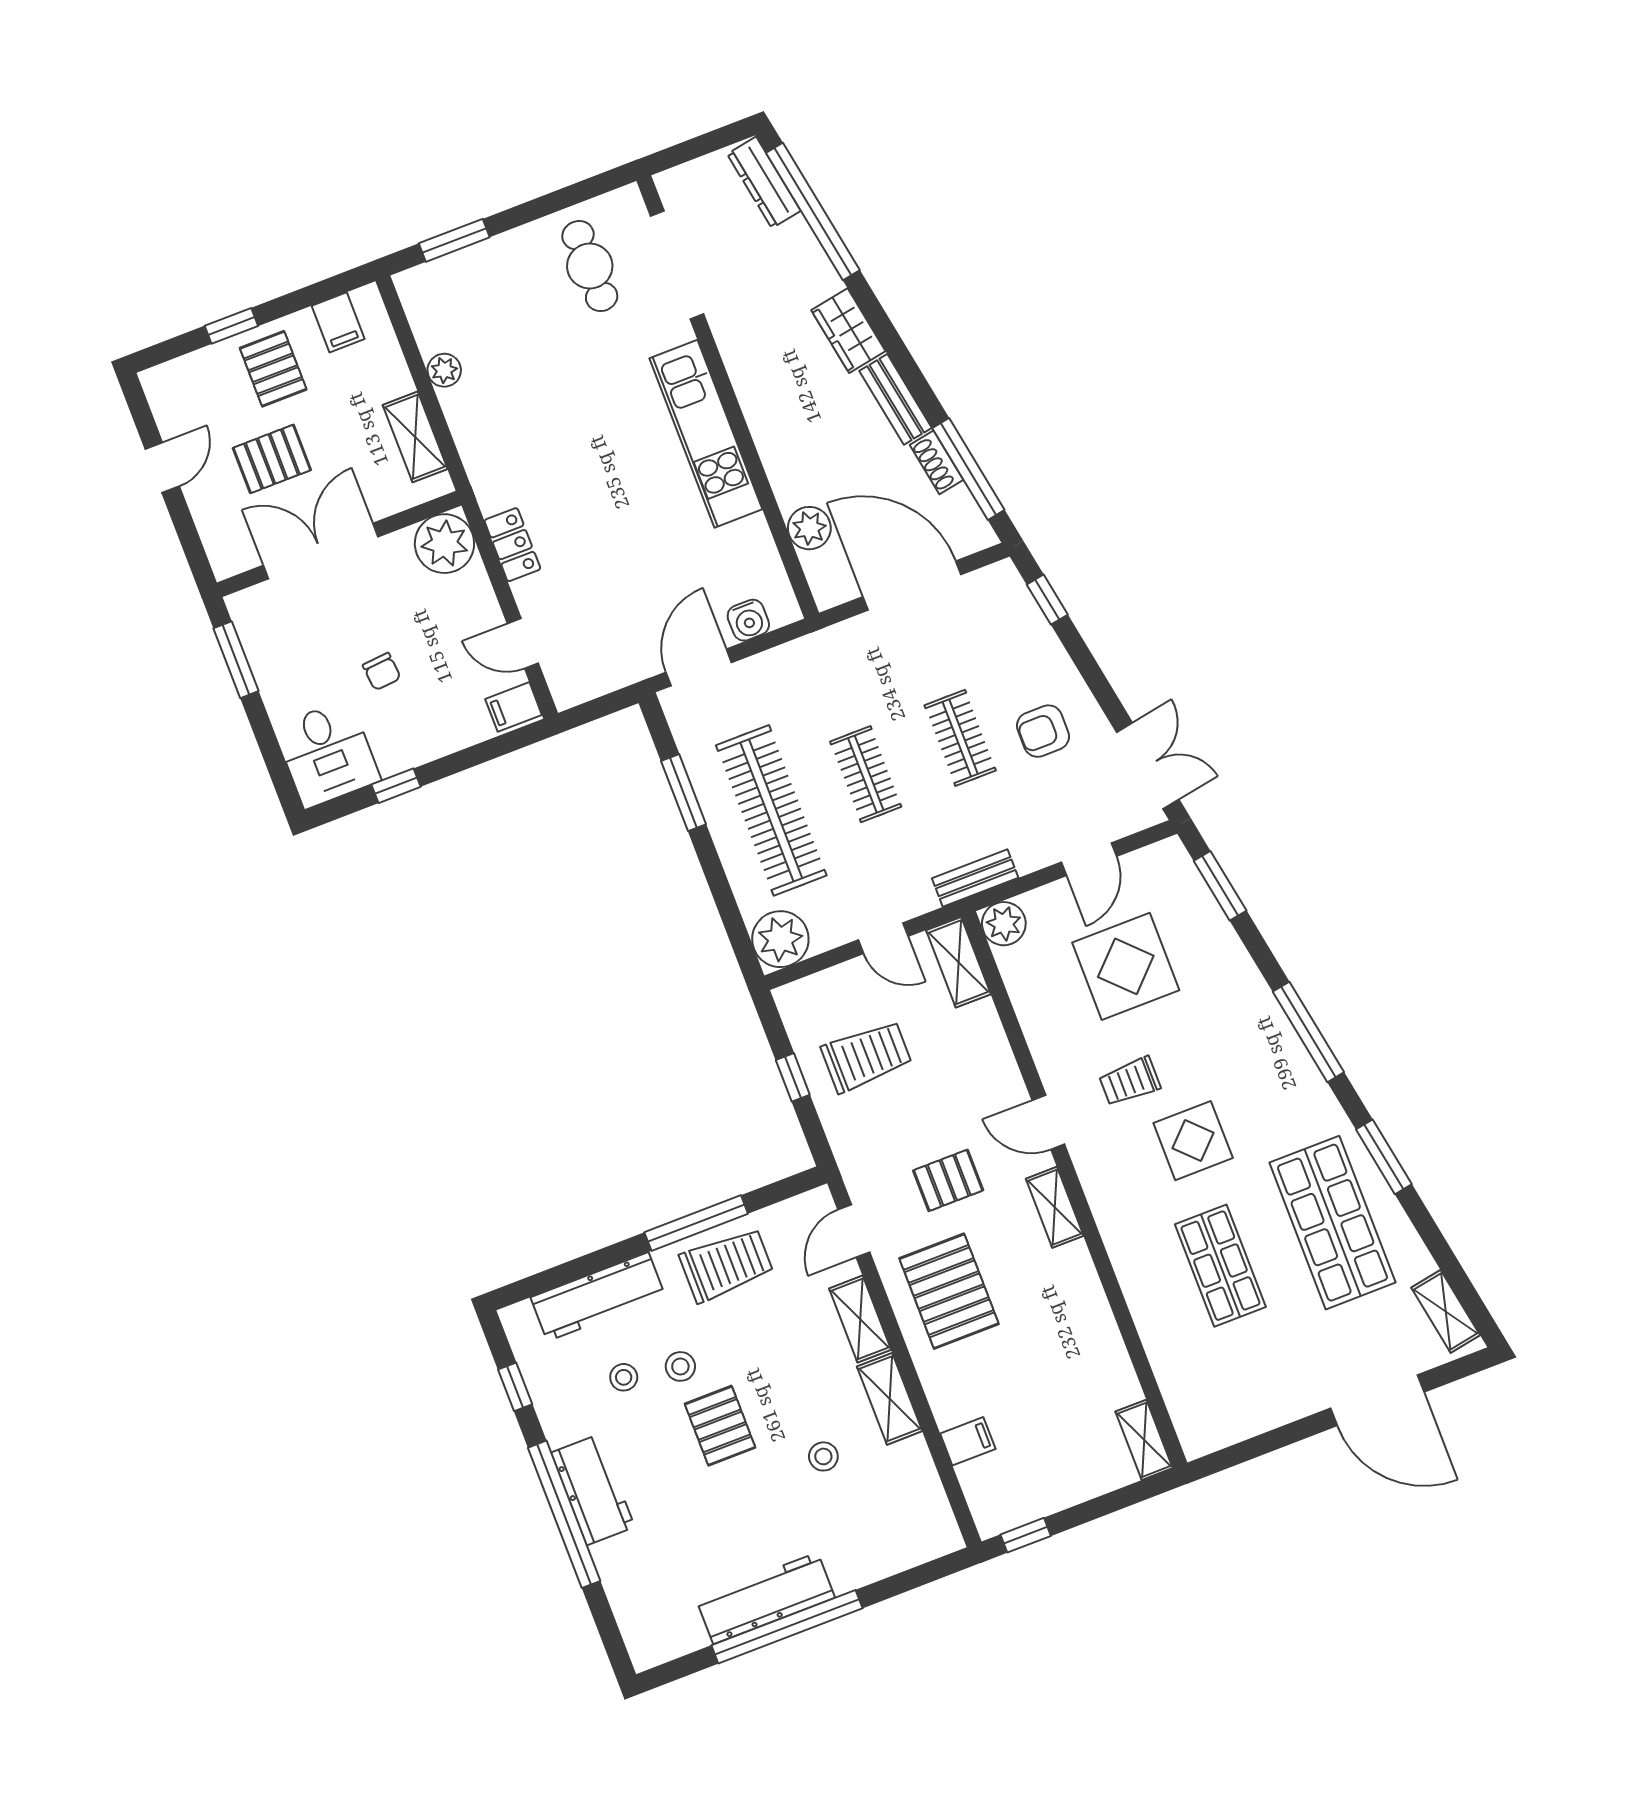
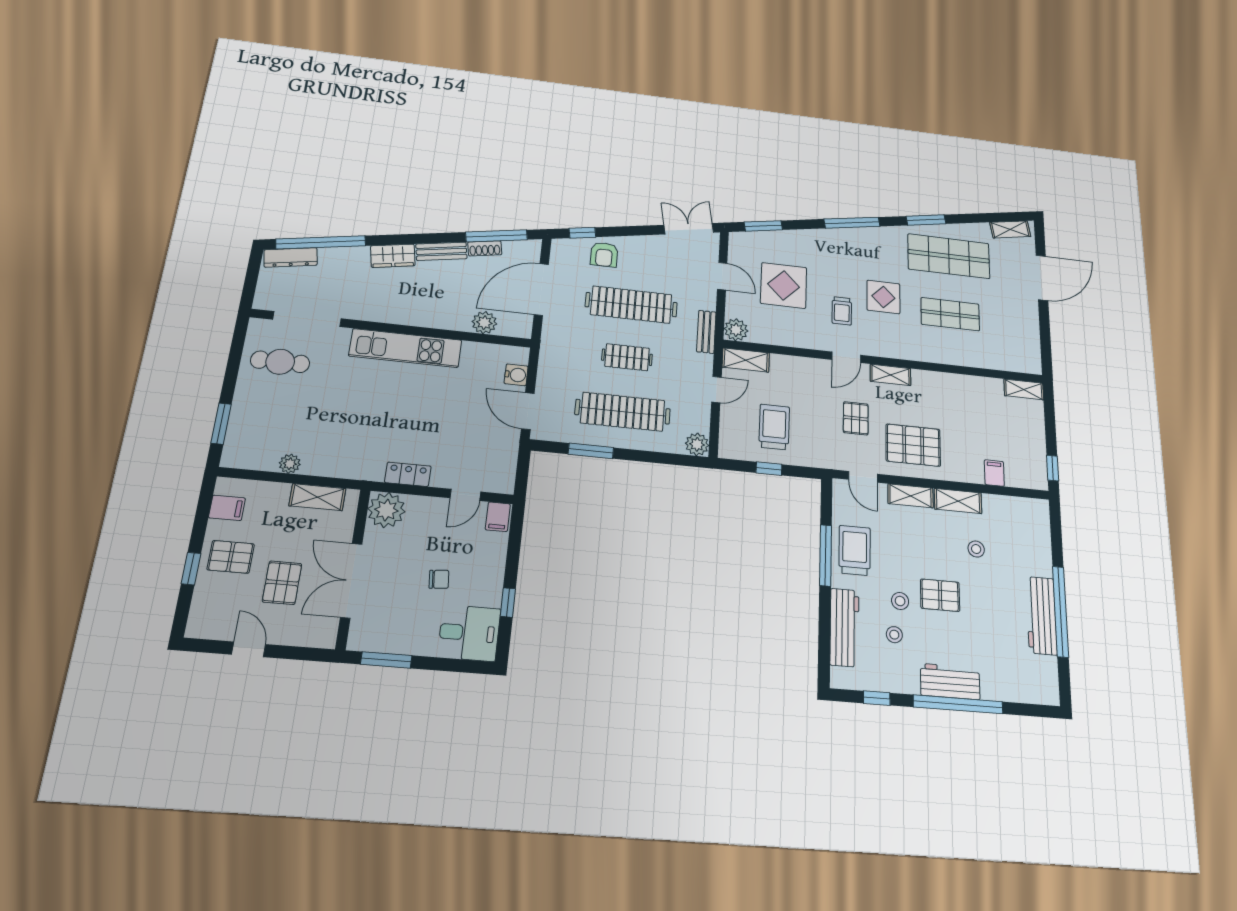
armchair: (1043, 731) -> (604, 255), moved
clothes rail: (960, 738) -> (631, 305), width x1.86, depth x1.31
plant: (780, 939) -> (697, 444), width x0.73, depth x0.73

